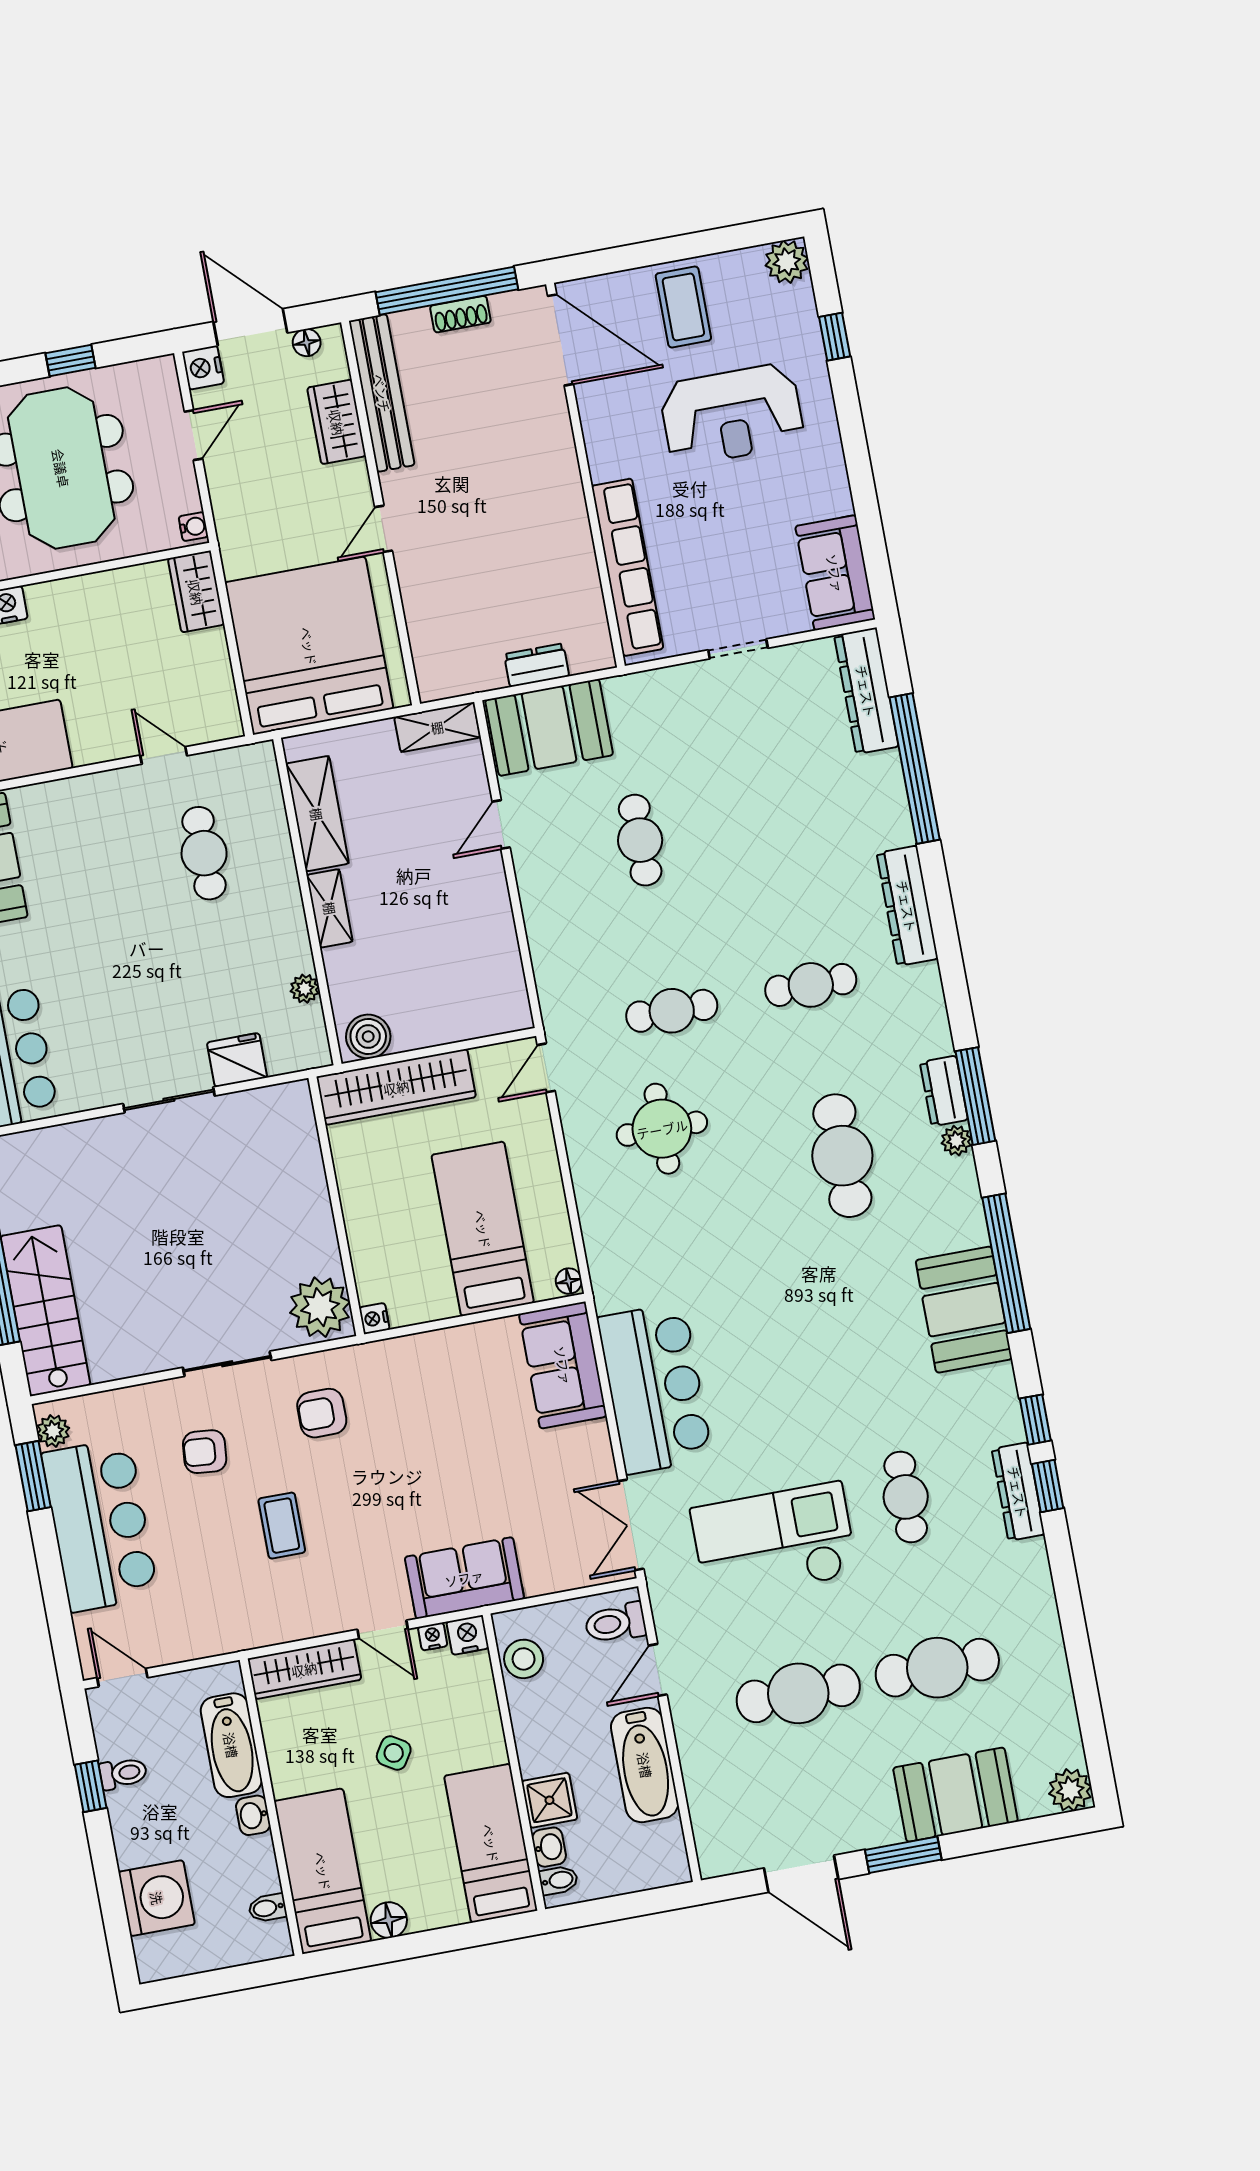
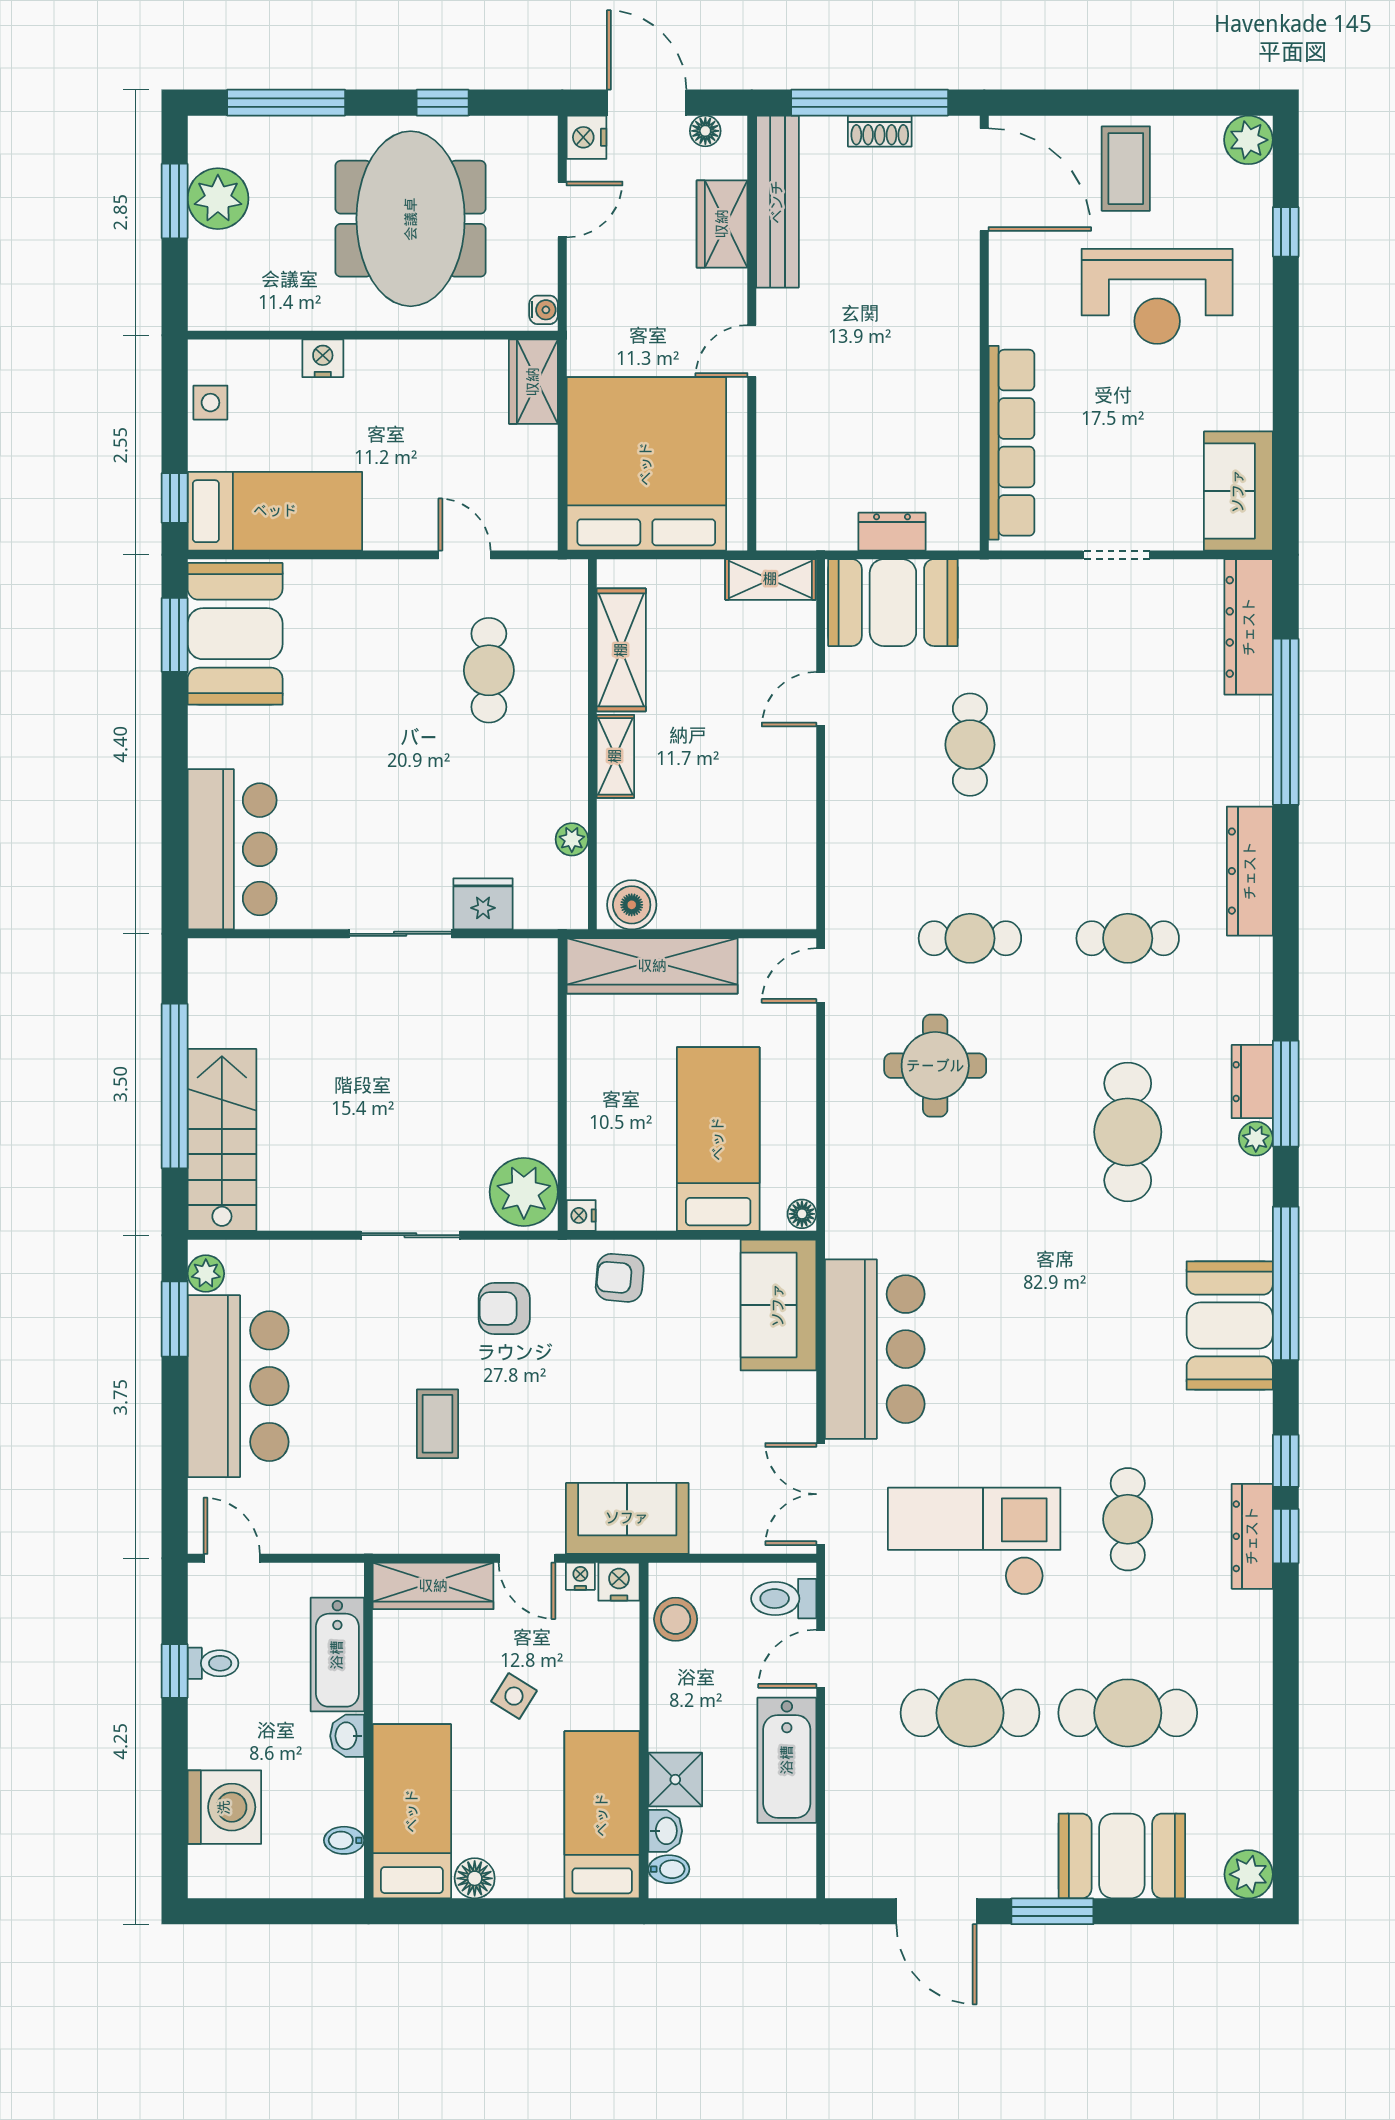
armchair: (205, 1452) -> (620, 1278), moved

